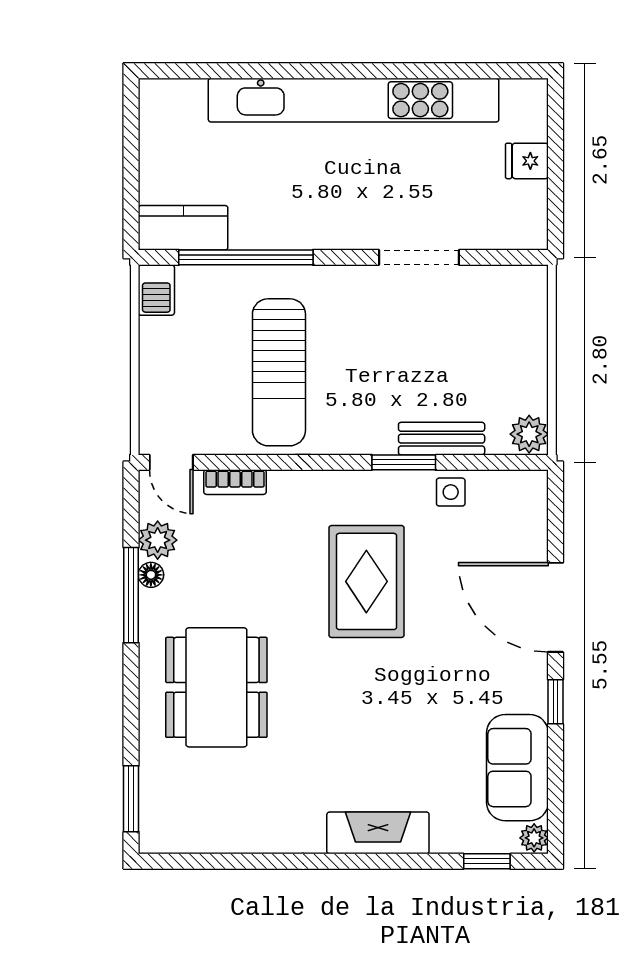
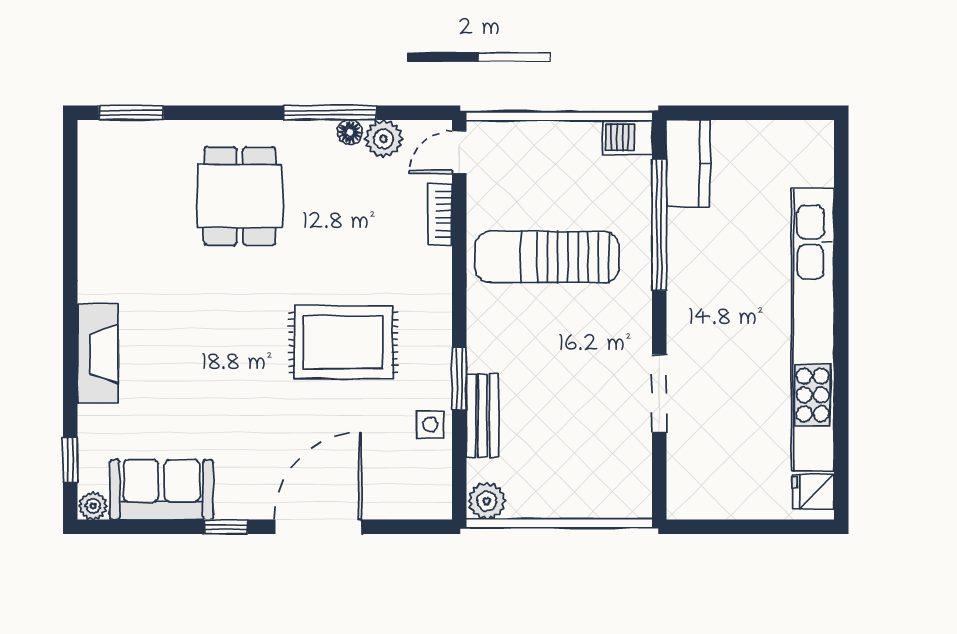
fridge: (527, 161) -> (813, 492), moved, turned -90
dining table: (216, 687) -> (240, 196), width x0.73

